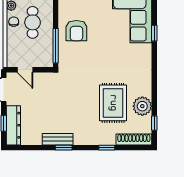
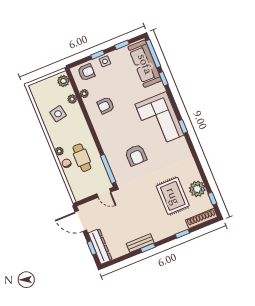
armchair: (76, 31) -> (136, 155), moved
door: (25, 70) -> (104, 193), moved

